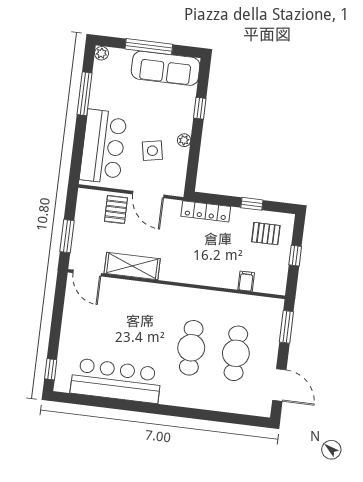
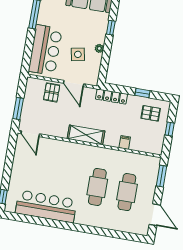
shelving: (132, 266) -> (86, 135), moved
filing cabinet: (246, 281) -> (125, 142), moved

